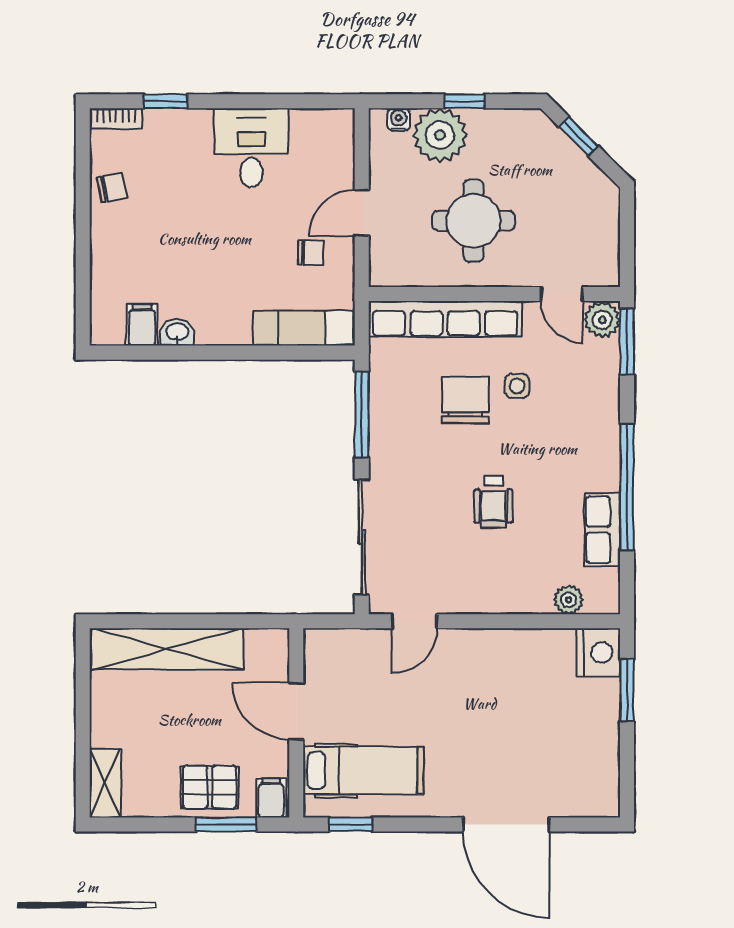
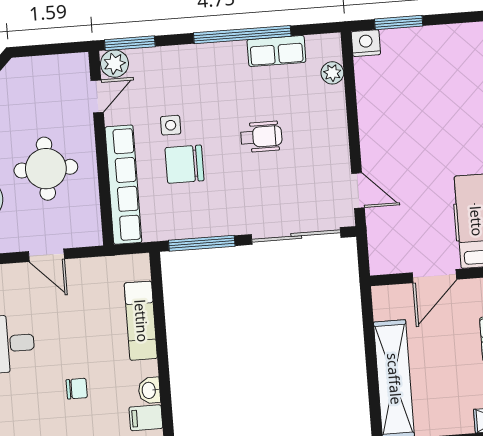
chair: (311, 253) -> (77, 389), moved, turned 90
exam couch: (303, 328) -> (141, 321), moved
nightstand: (598, 652) -> (366, 43), width x0.74, depth x0.75

